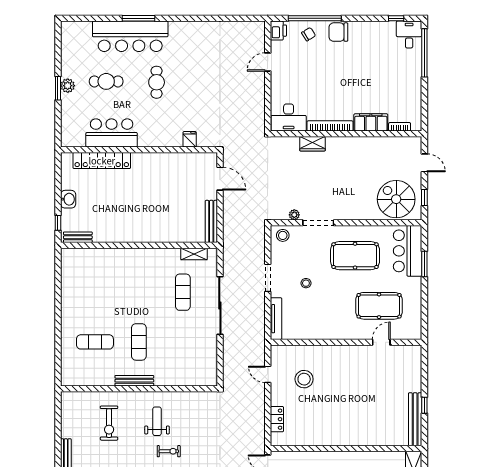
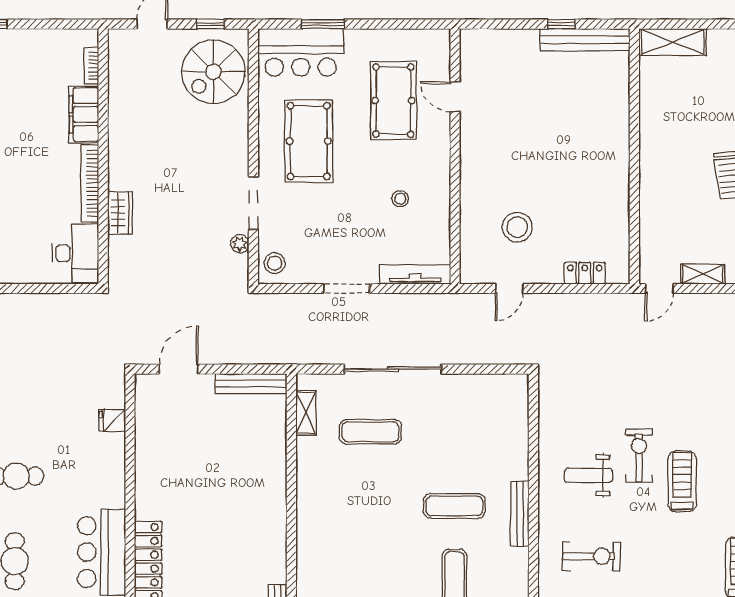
stool: (306, 283) -> (400, 199), moved
exercise bike: (169, 451) -> (639, 456), width x1.38, depth x1.39

